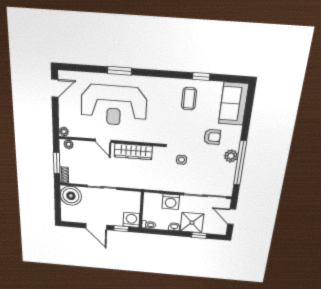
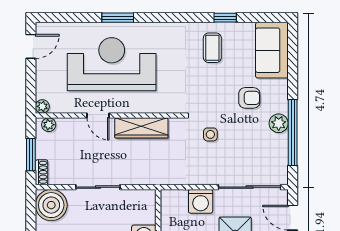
reception desk: (114, 105) -> (112, 64), turned 180

